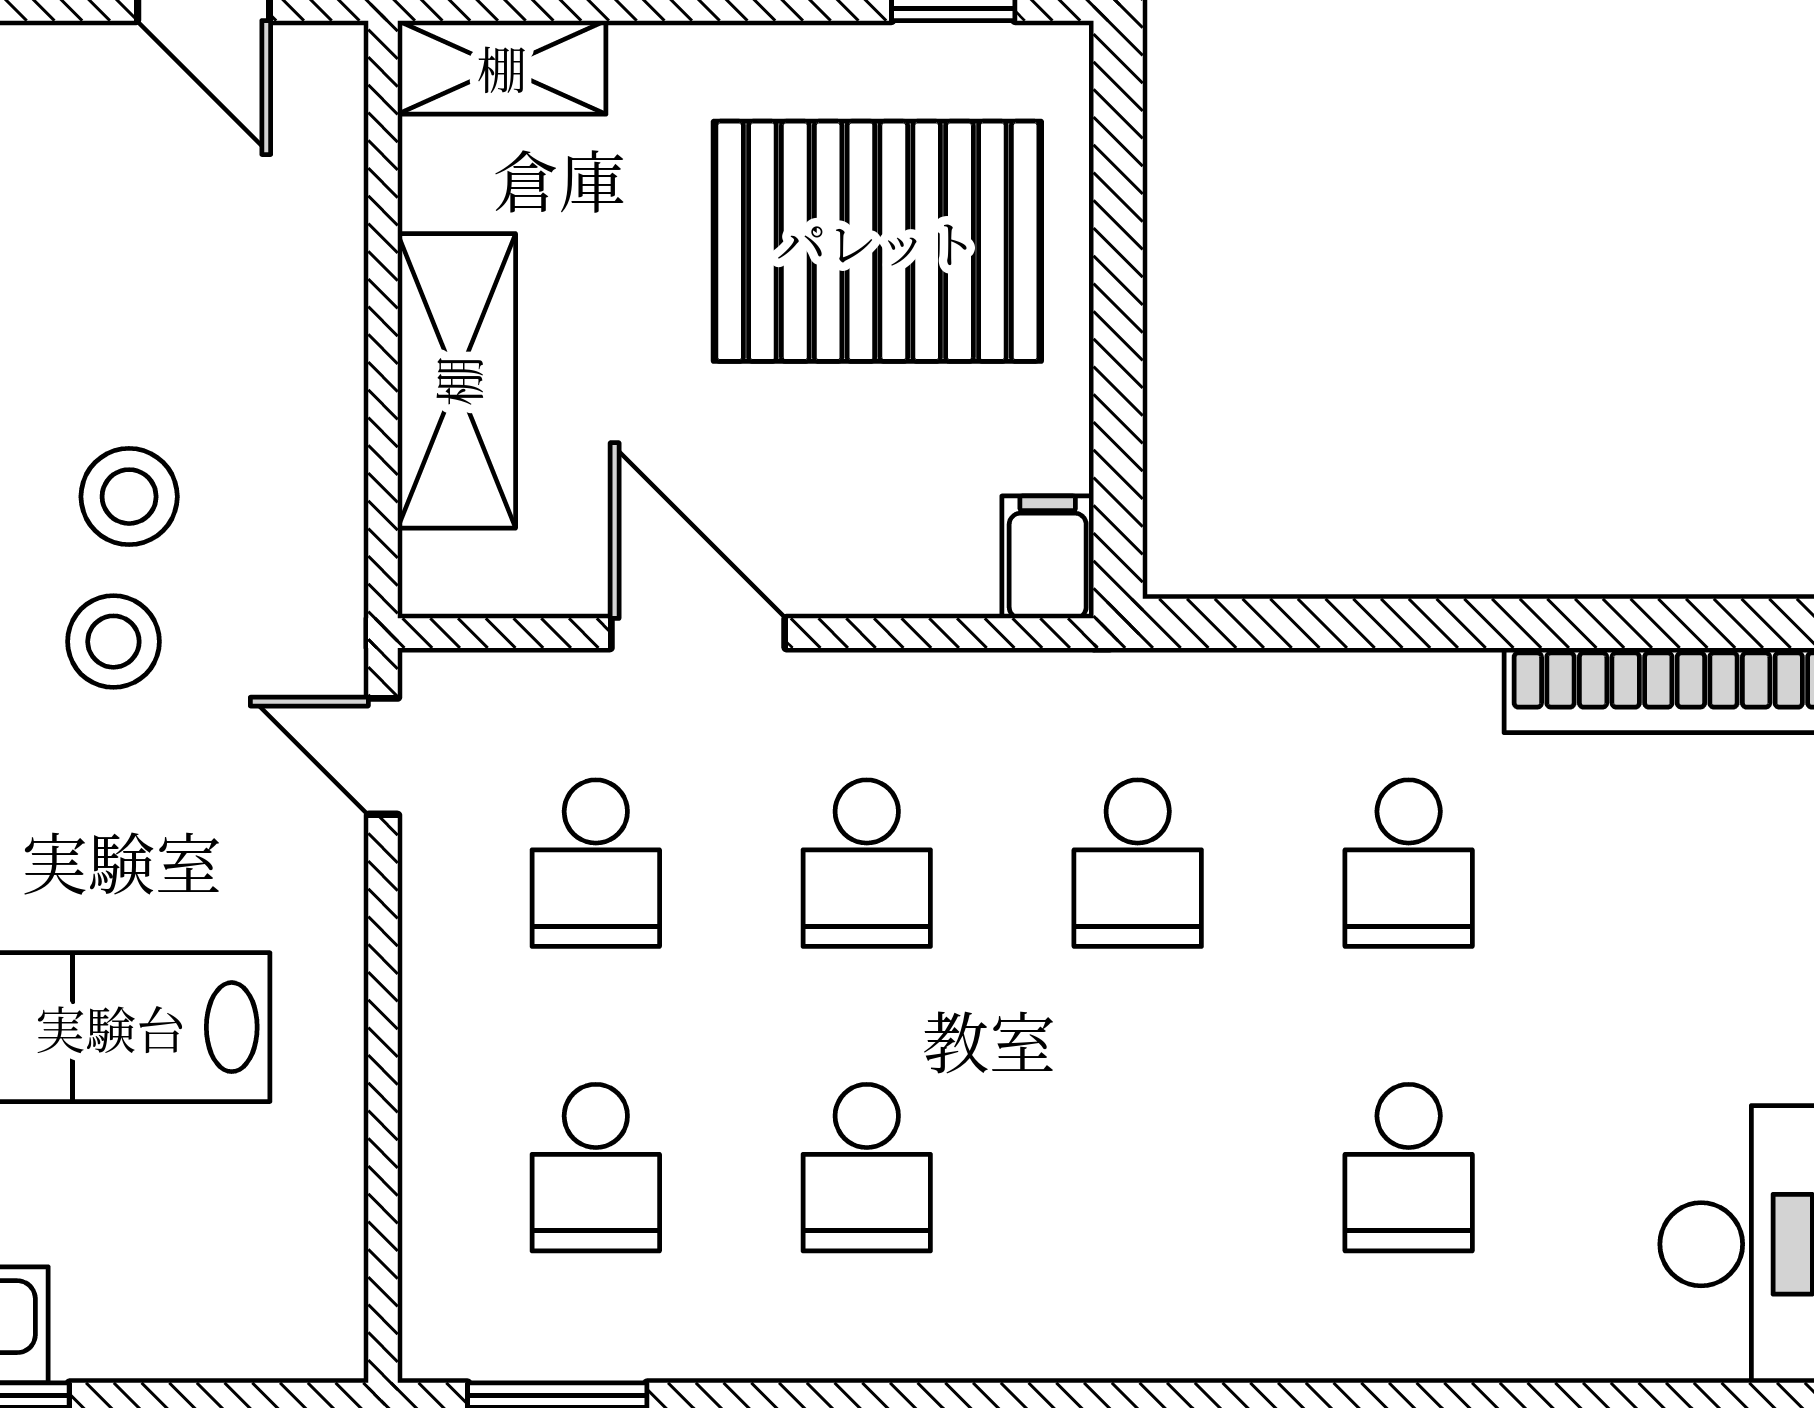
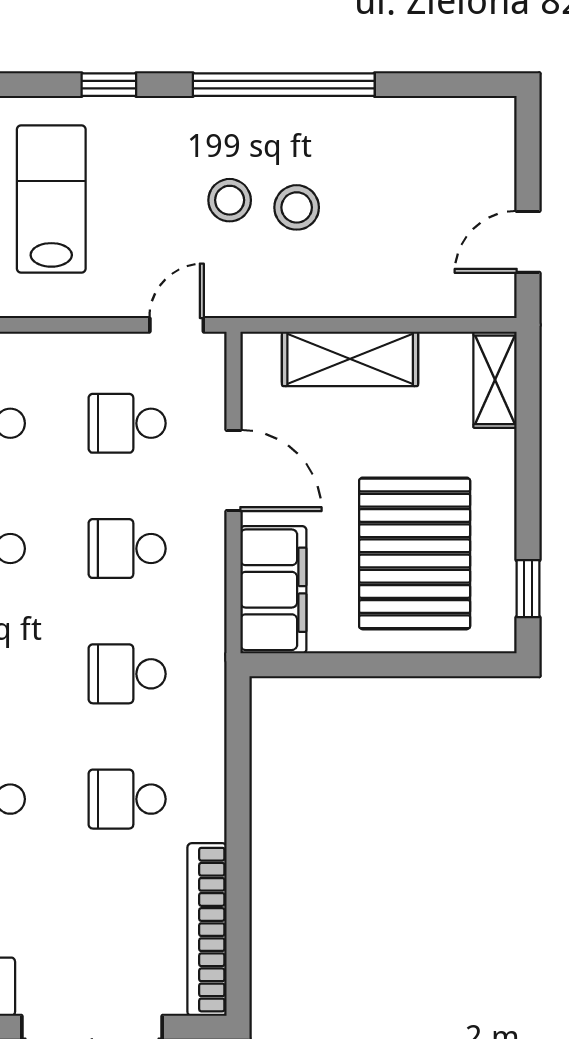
filing cabinet: (1048, 557) -> (273, 590), width x3.00, depth x1.17
door: (698, 633) -> (233, 471), hinge flipped

